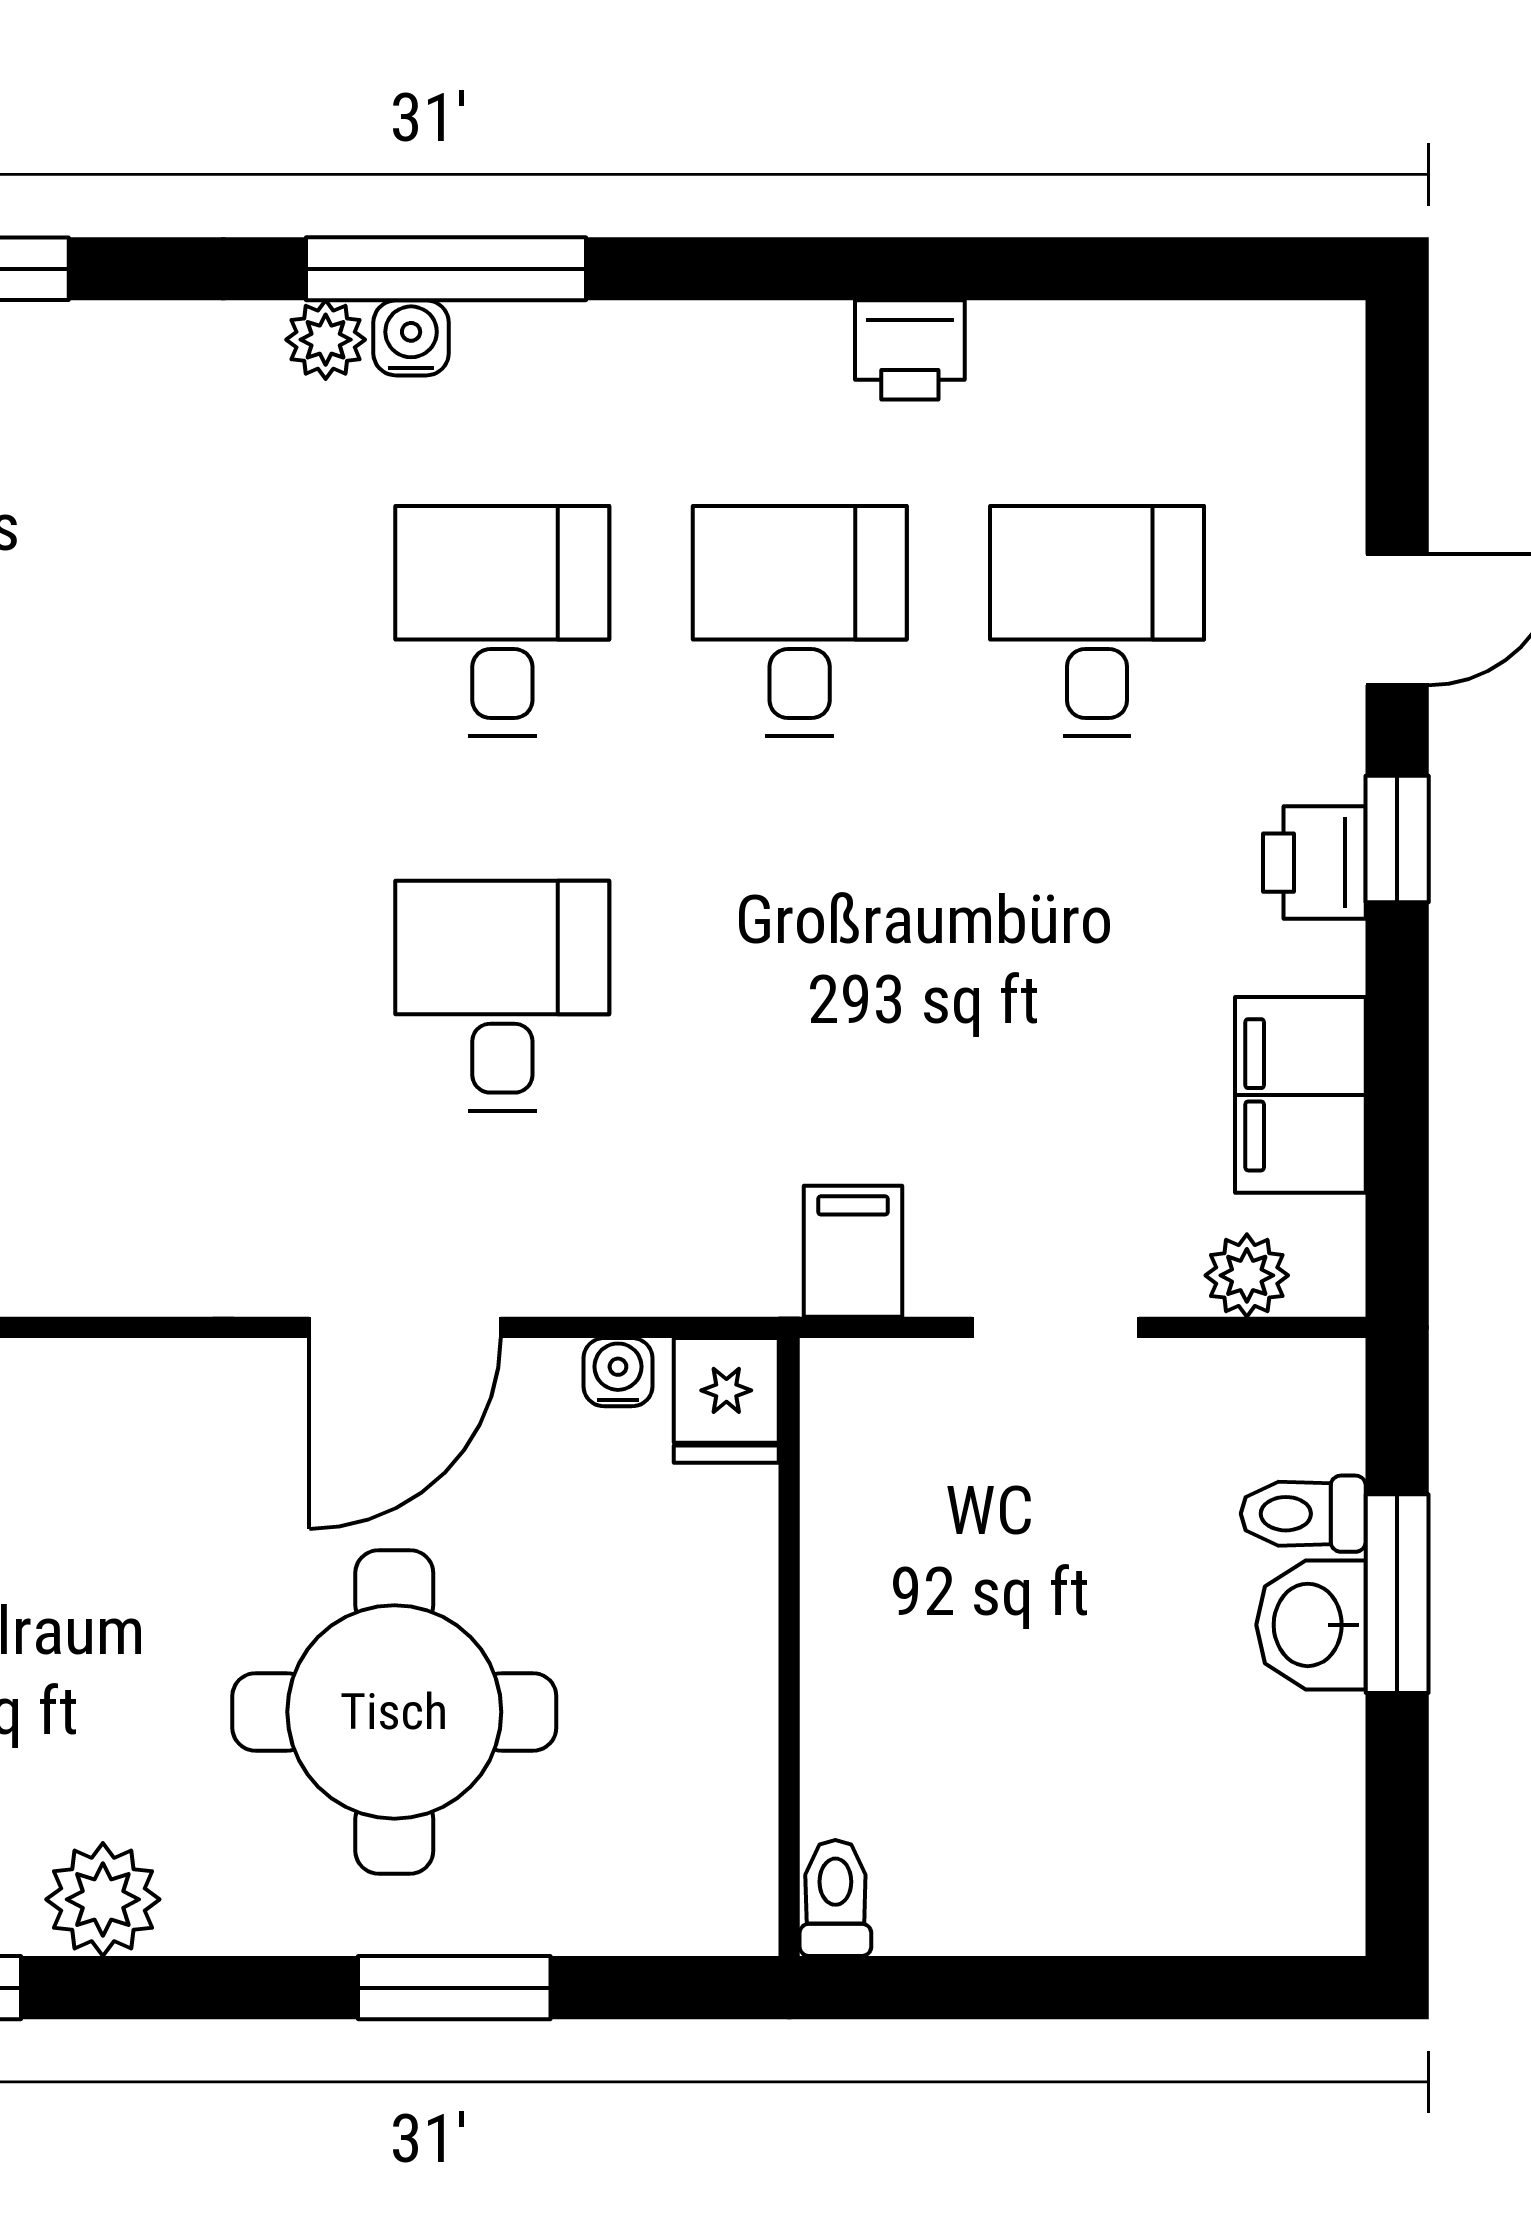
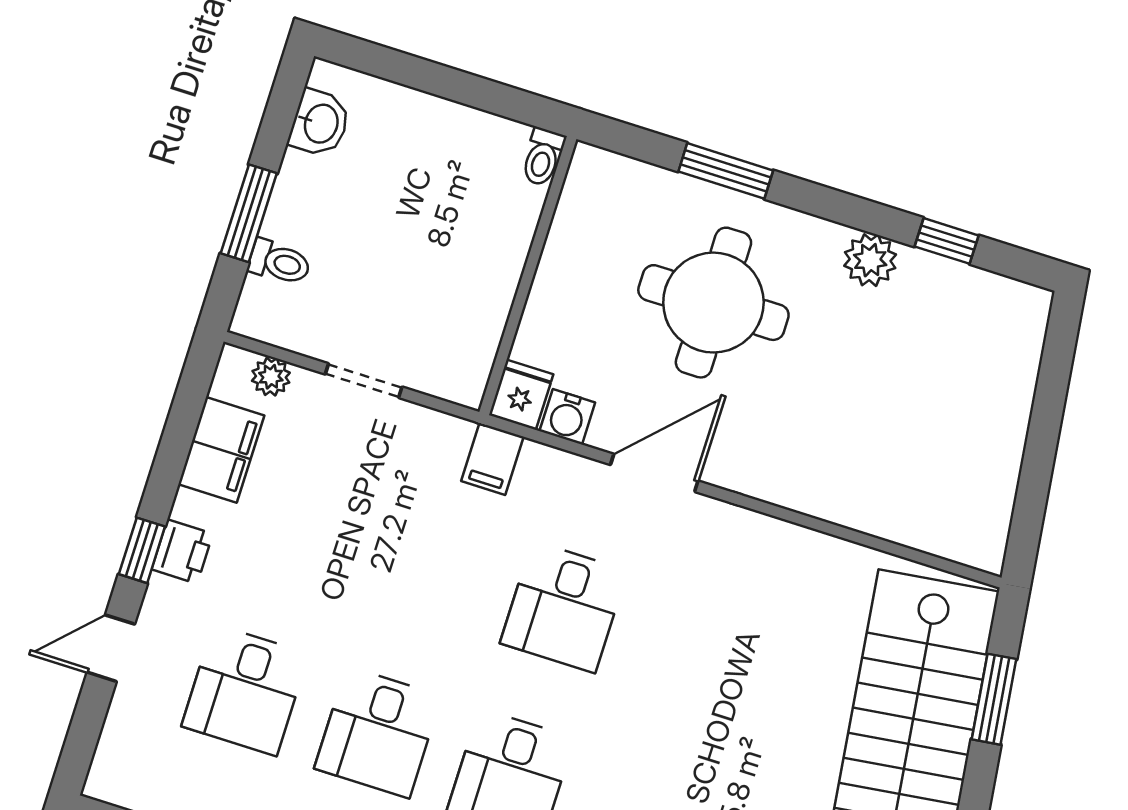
filing cabinet: (853, 1251) -> (492, 459), moved
water cooler: (618, 1372) -> (567, 417), width x1.38, depth x1.38
washbasin: (1311, 1625) -> (320, 123), moved

